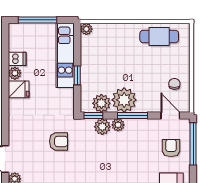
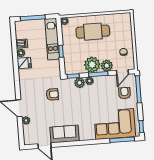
cafe table: (159, 36) -> (93, 32), moved, width x1.37, depth x1.35
plant: (101, 103) -> (107, 66), moved
door: (170, 115) -> (122, 72), swing flipped

